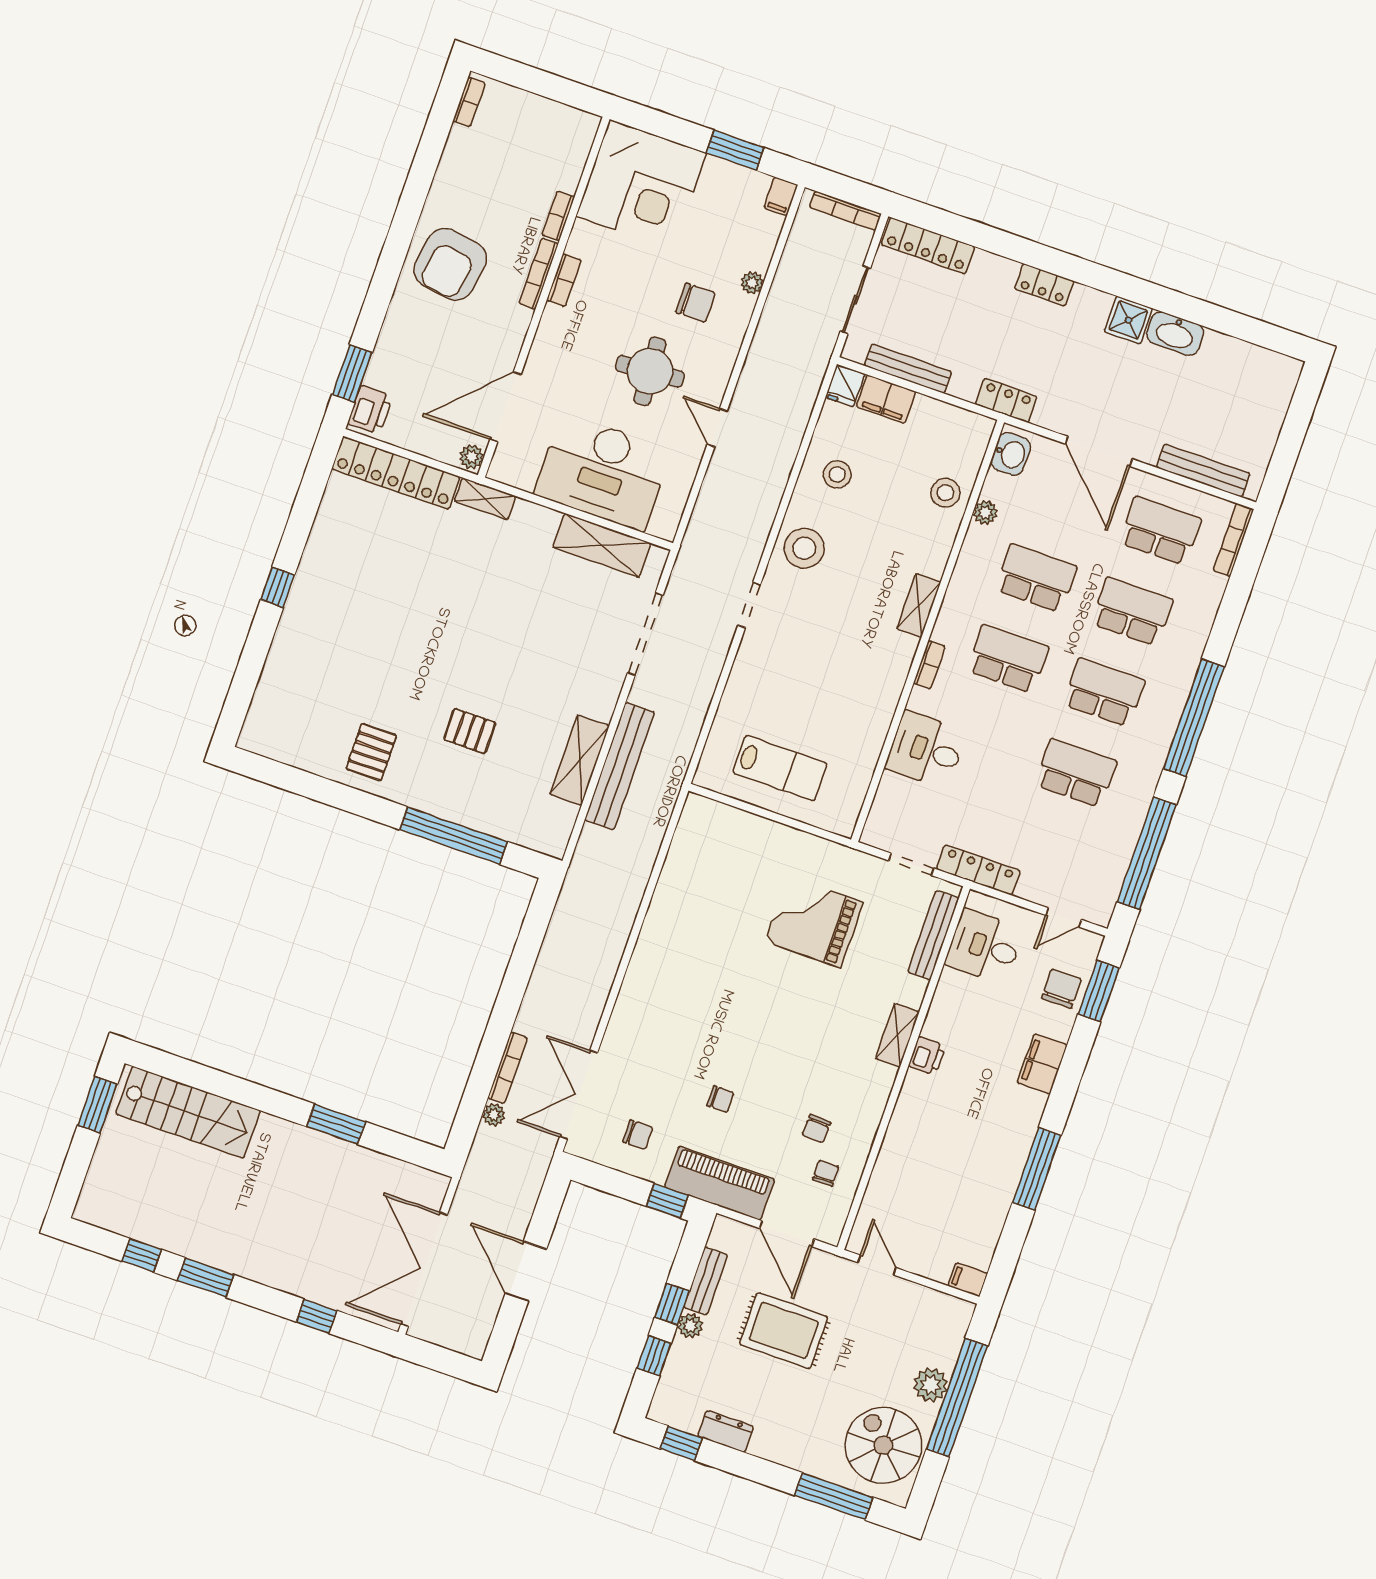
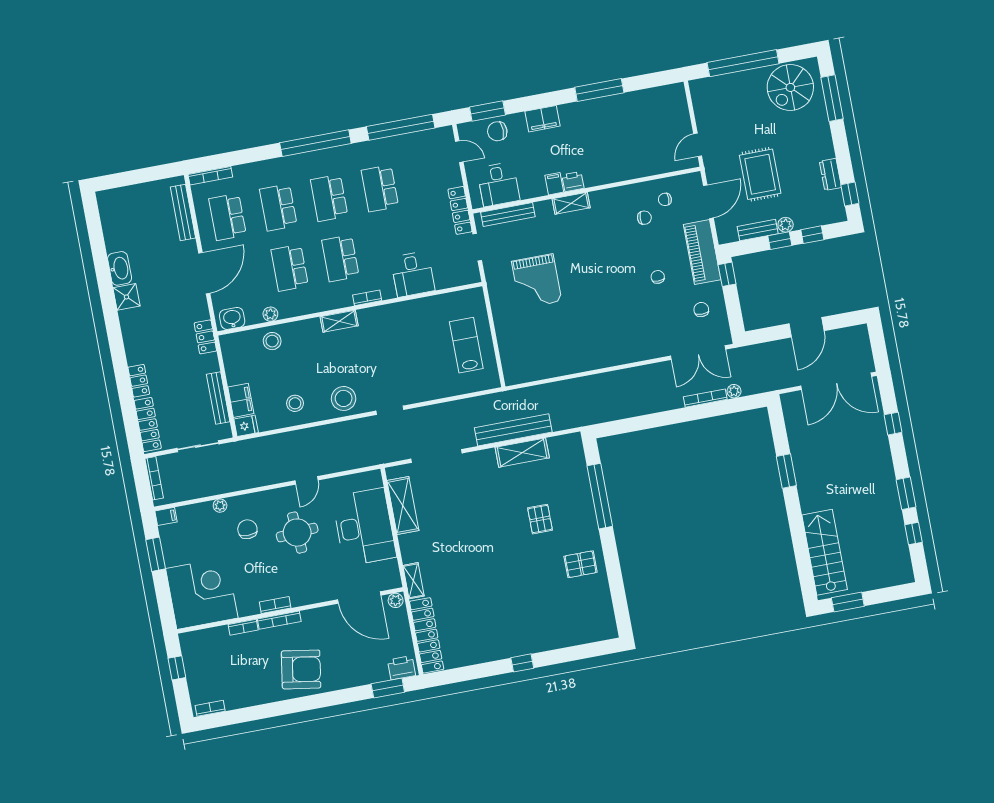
window: (554, 87) -> (177, 668), added
locker: (1044, 285) -> (139, 381), moved
filing cabinet: (968, 1280) -> (554, 184), moved, turned 180
plant: (931, 1385) -> (744, 81), removed

